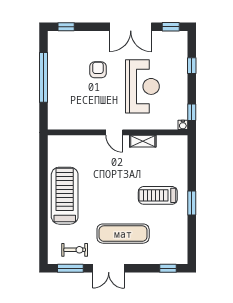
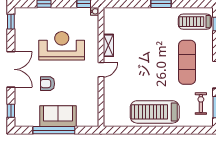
double door: (131, 27) -> (11, 69), moved
sofa: (60, 82) -> (58, 116), added
treadmill: (158, 195) -> (195, 22), moved, turned 90

